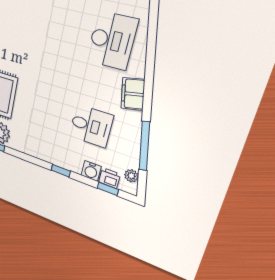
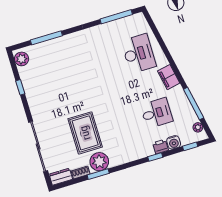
printer: (109, 178) -> (160, 147), moved

